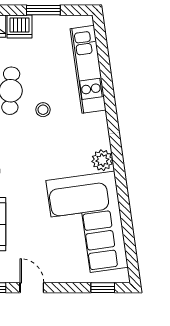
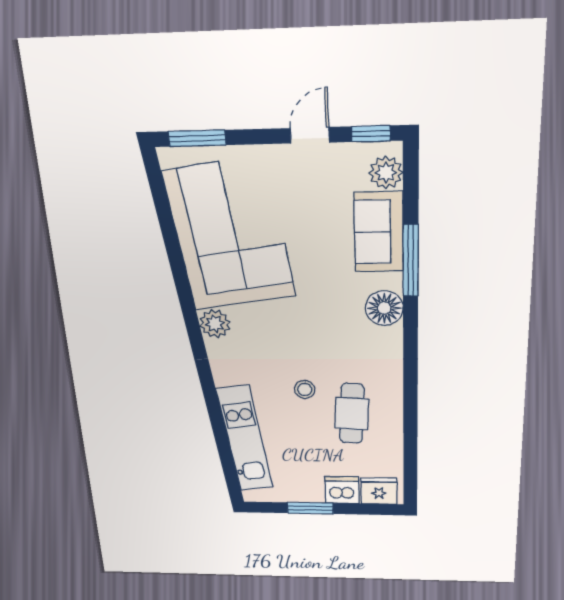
door: (32, 288) -> (310, 135), swing flipped
window: (103, 288) -> (197, 138), width x1.50

